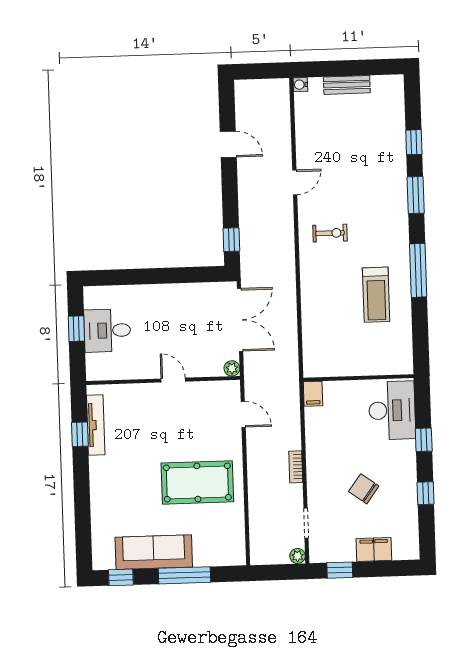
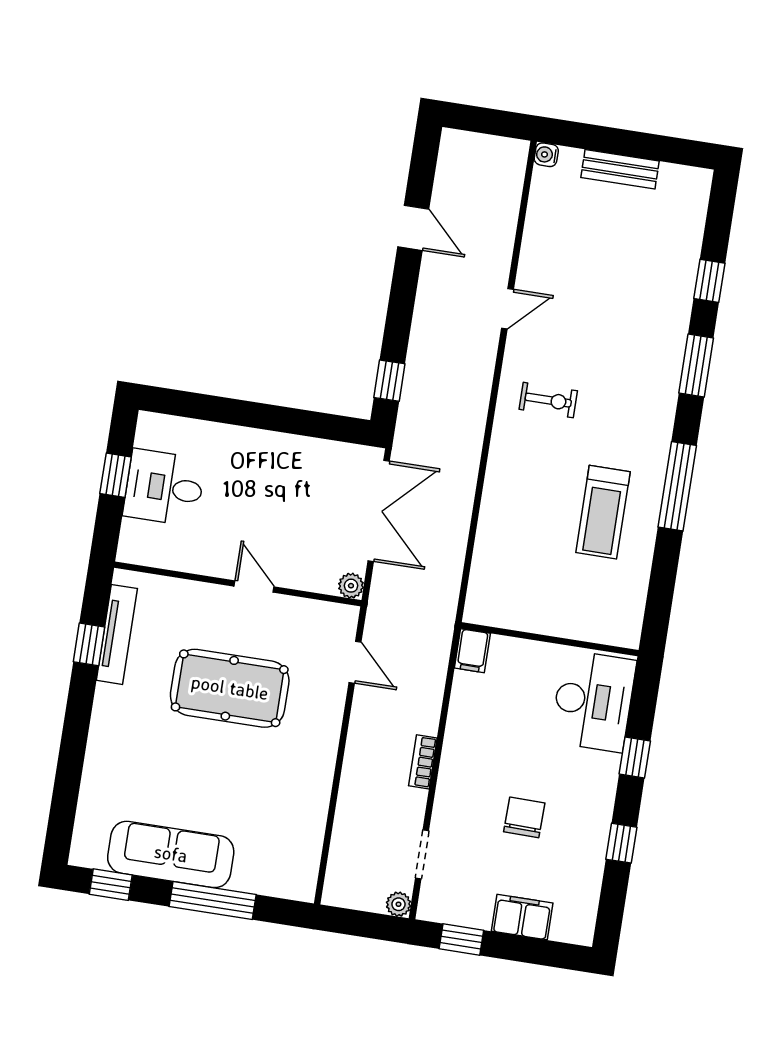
pool table: (197, 482) -> (230, 688), moved
chair: (364, 489) -> (524, 817), turned 55

